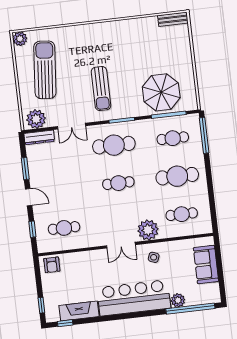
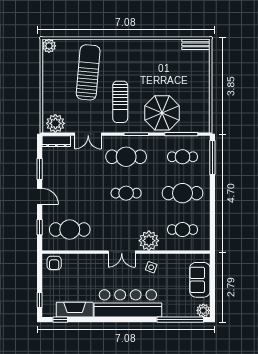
sun lounger: (45, 70) -> (88, 72), moved
parasol: (161, 92) -> (162, 113), moved
cafe table: (64, 228) -> (70, 230), width x1.37, depth x1.35
plant: (178, 300) -> (203, 310), moved

